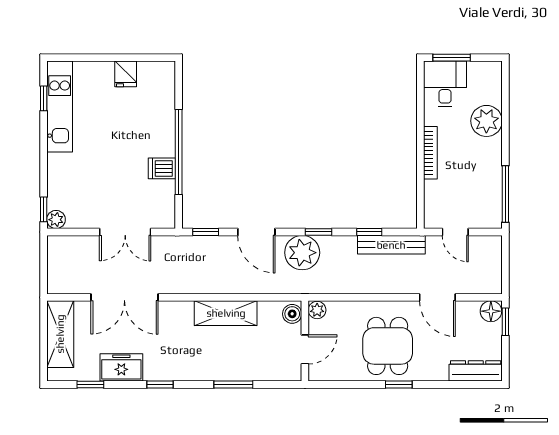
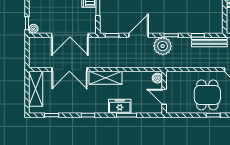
double door: (125, 232) -> (70, 35), width x1.37
door: (256, 232) -> (139, 35), swing flipped
plant: (317, 310) -> (170, 76), removed
shelving: (226, 313) -> (105, 78), moved
door: (305, 349) -> (164, 97), swing flipped
freezer: (121, 367) -> (120, 106), moved

